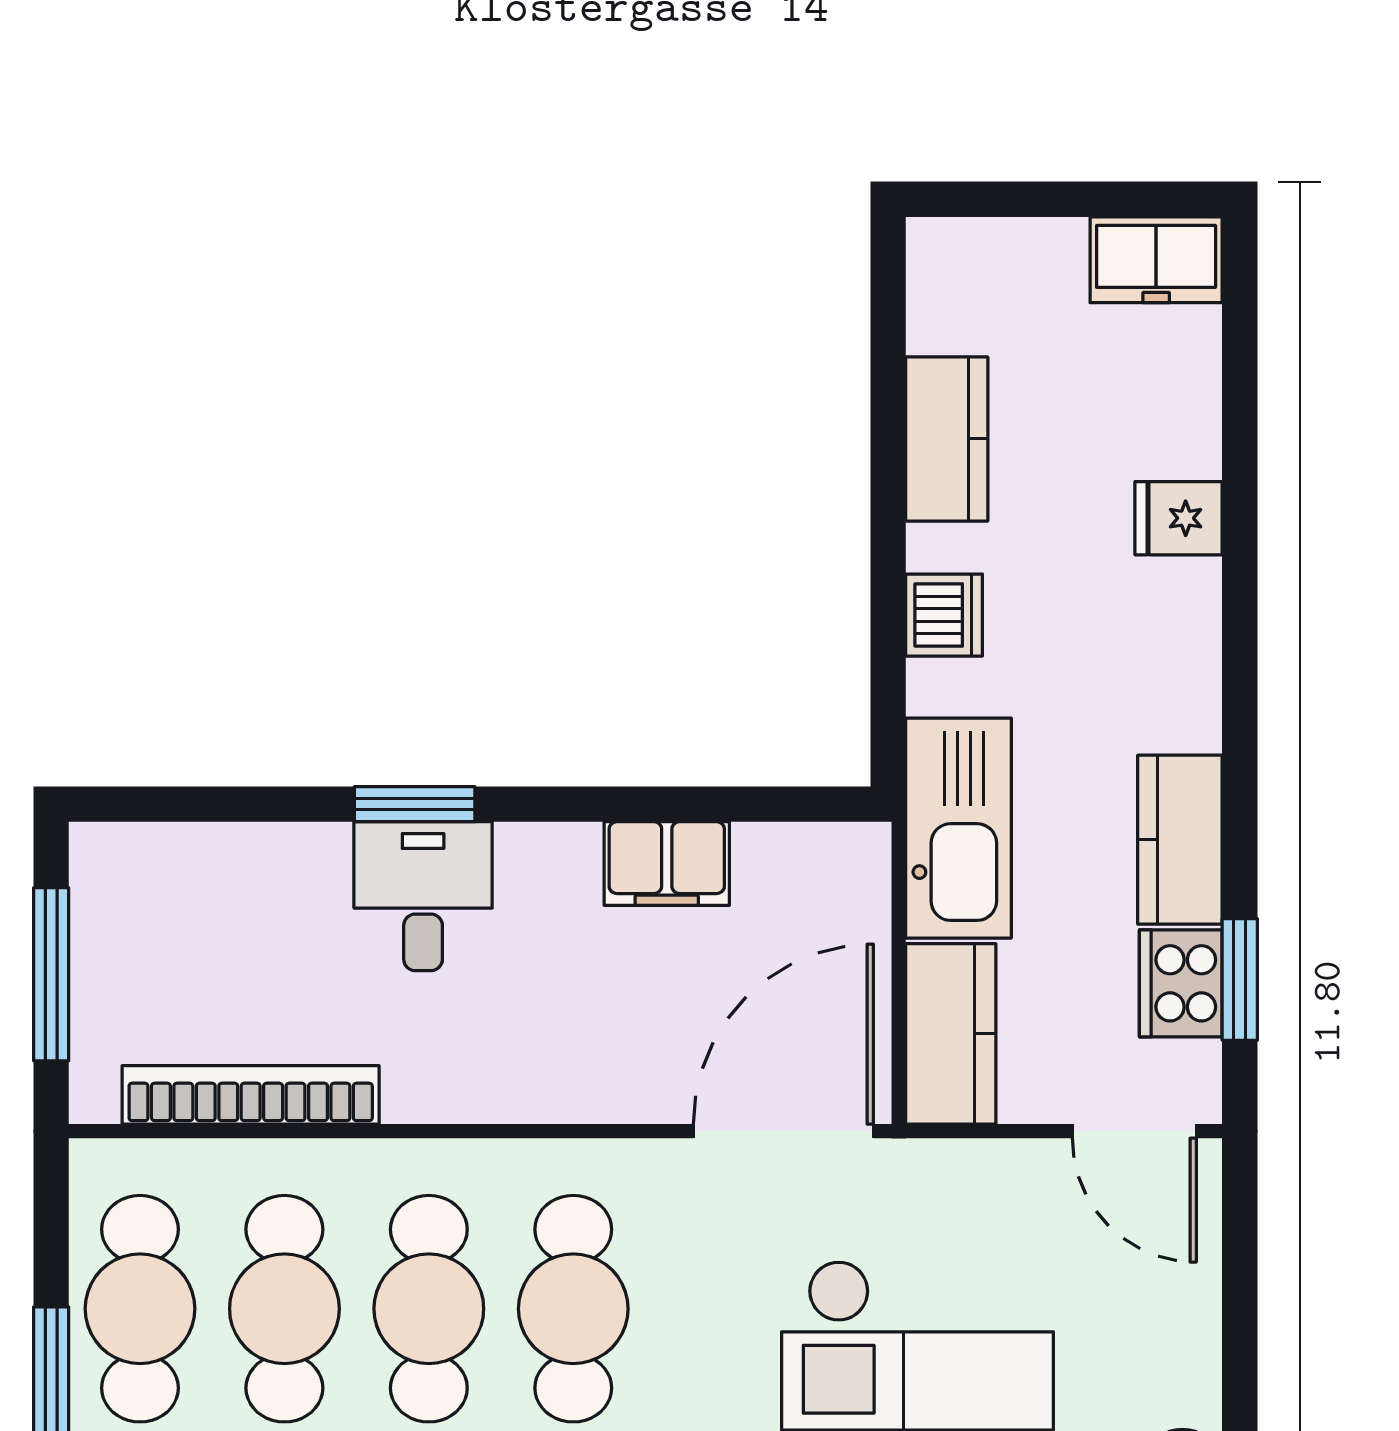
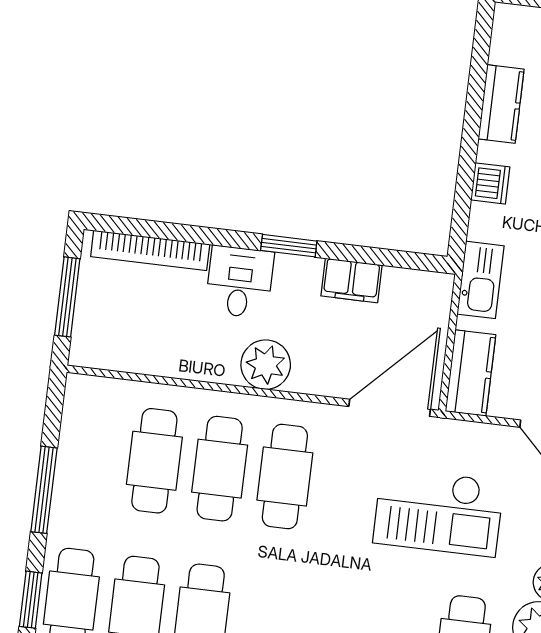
window: (415, 804) -> (289, 246), moved
kitchen sink: (959, 828) -> (481, 280), width x0.73, depth x0.81
plant: (502, 1070) -> (266, 365), added
bookcase: (251, 1095) -> (150, 250), moved, turned 180
cafe table: (140, 1309) -> (89, 453), removed

